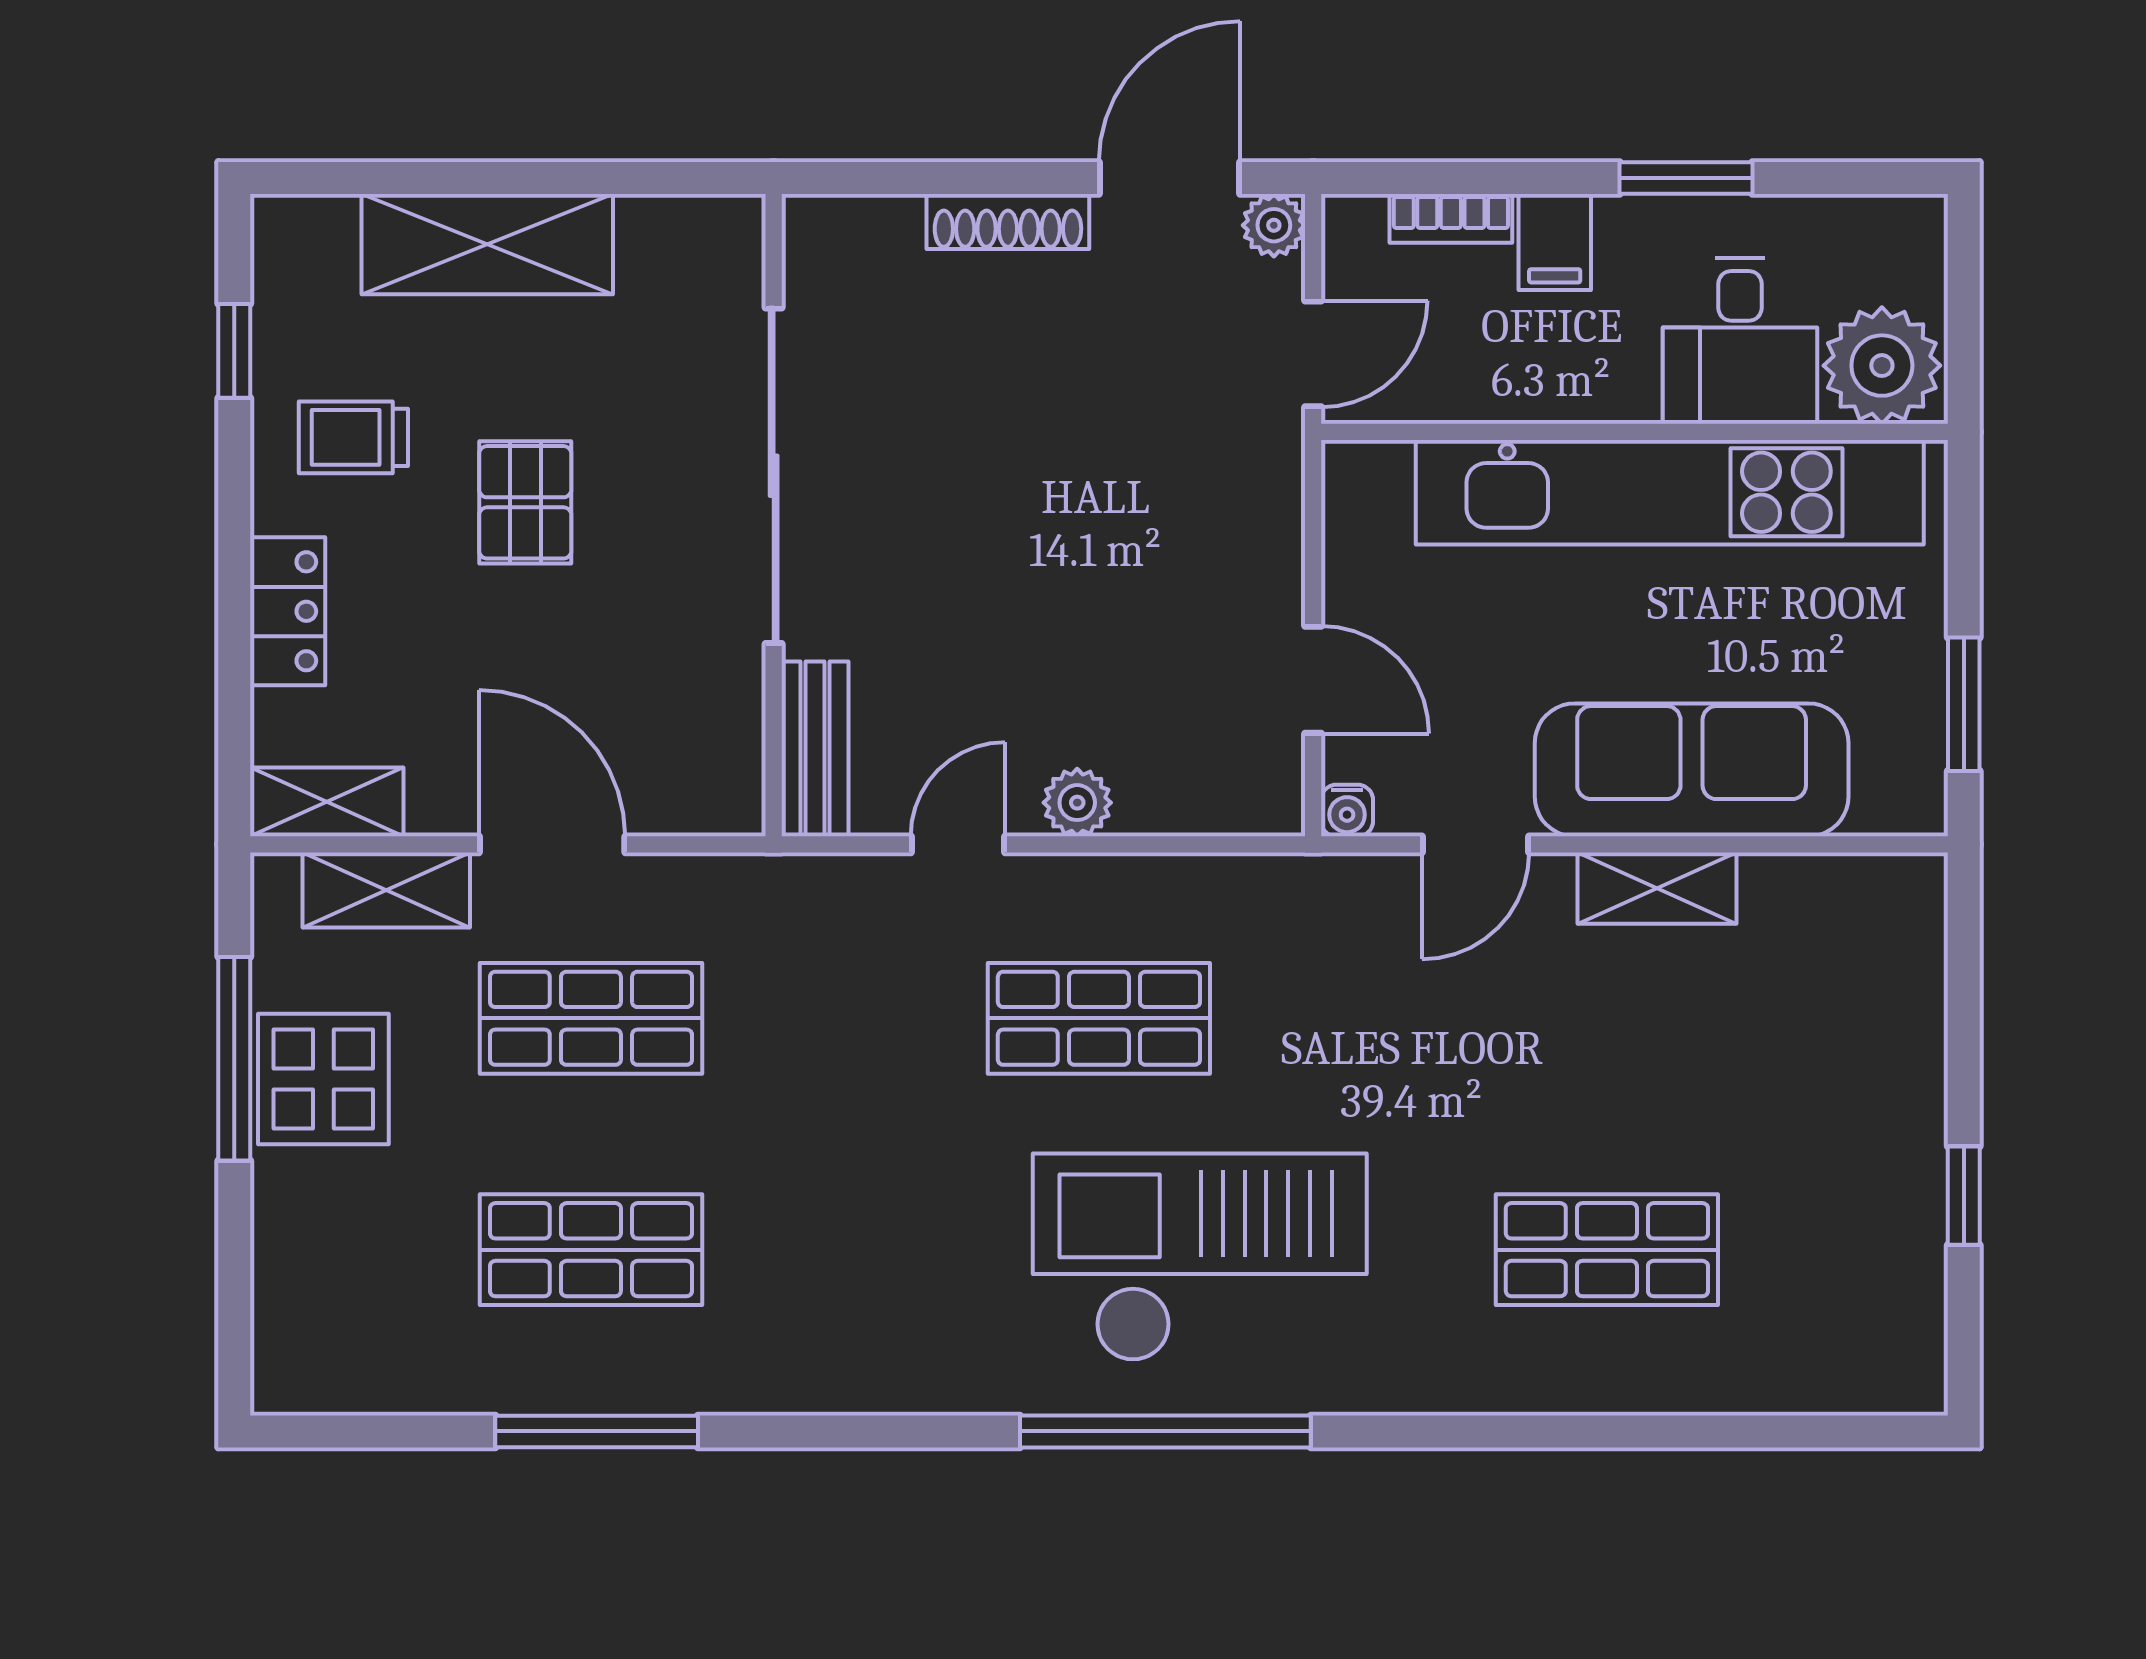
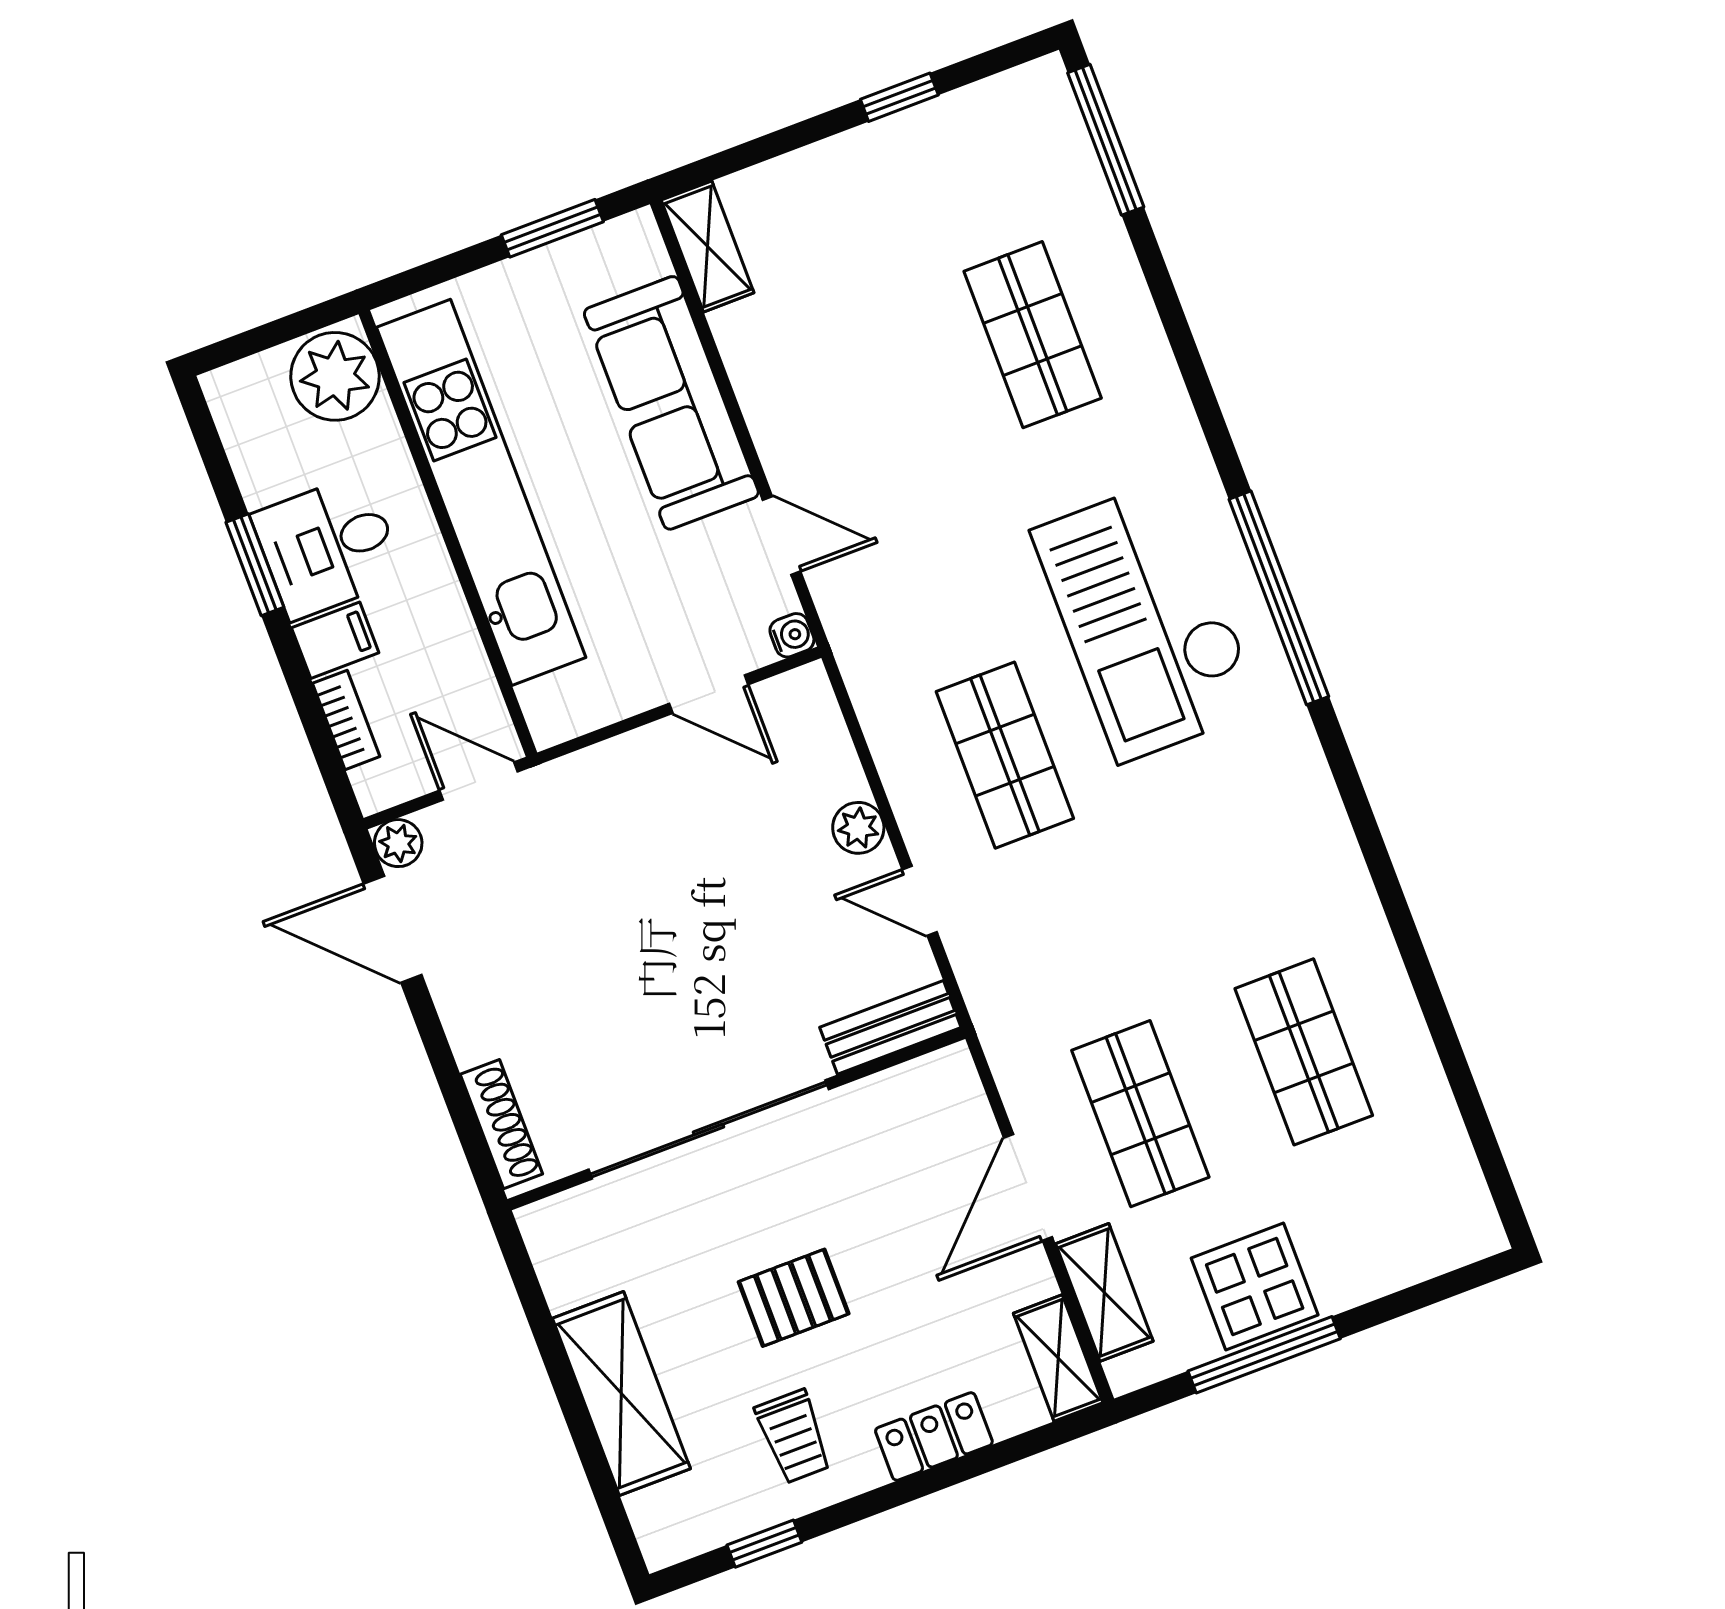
shoe rack: (1008, 222) -> (501, 1124), moved
desk: (1740, 341) -> (328, 547), moved, turned 180
door: (1313, 680) -> (709, 694), swing flipped
shelving: (1657, 888) -> (708, 246), moved
window: (597, 1431) -> (1106, 140), moved

